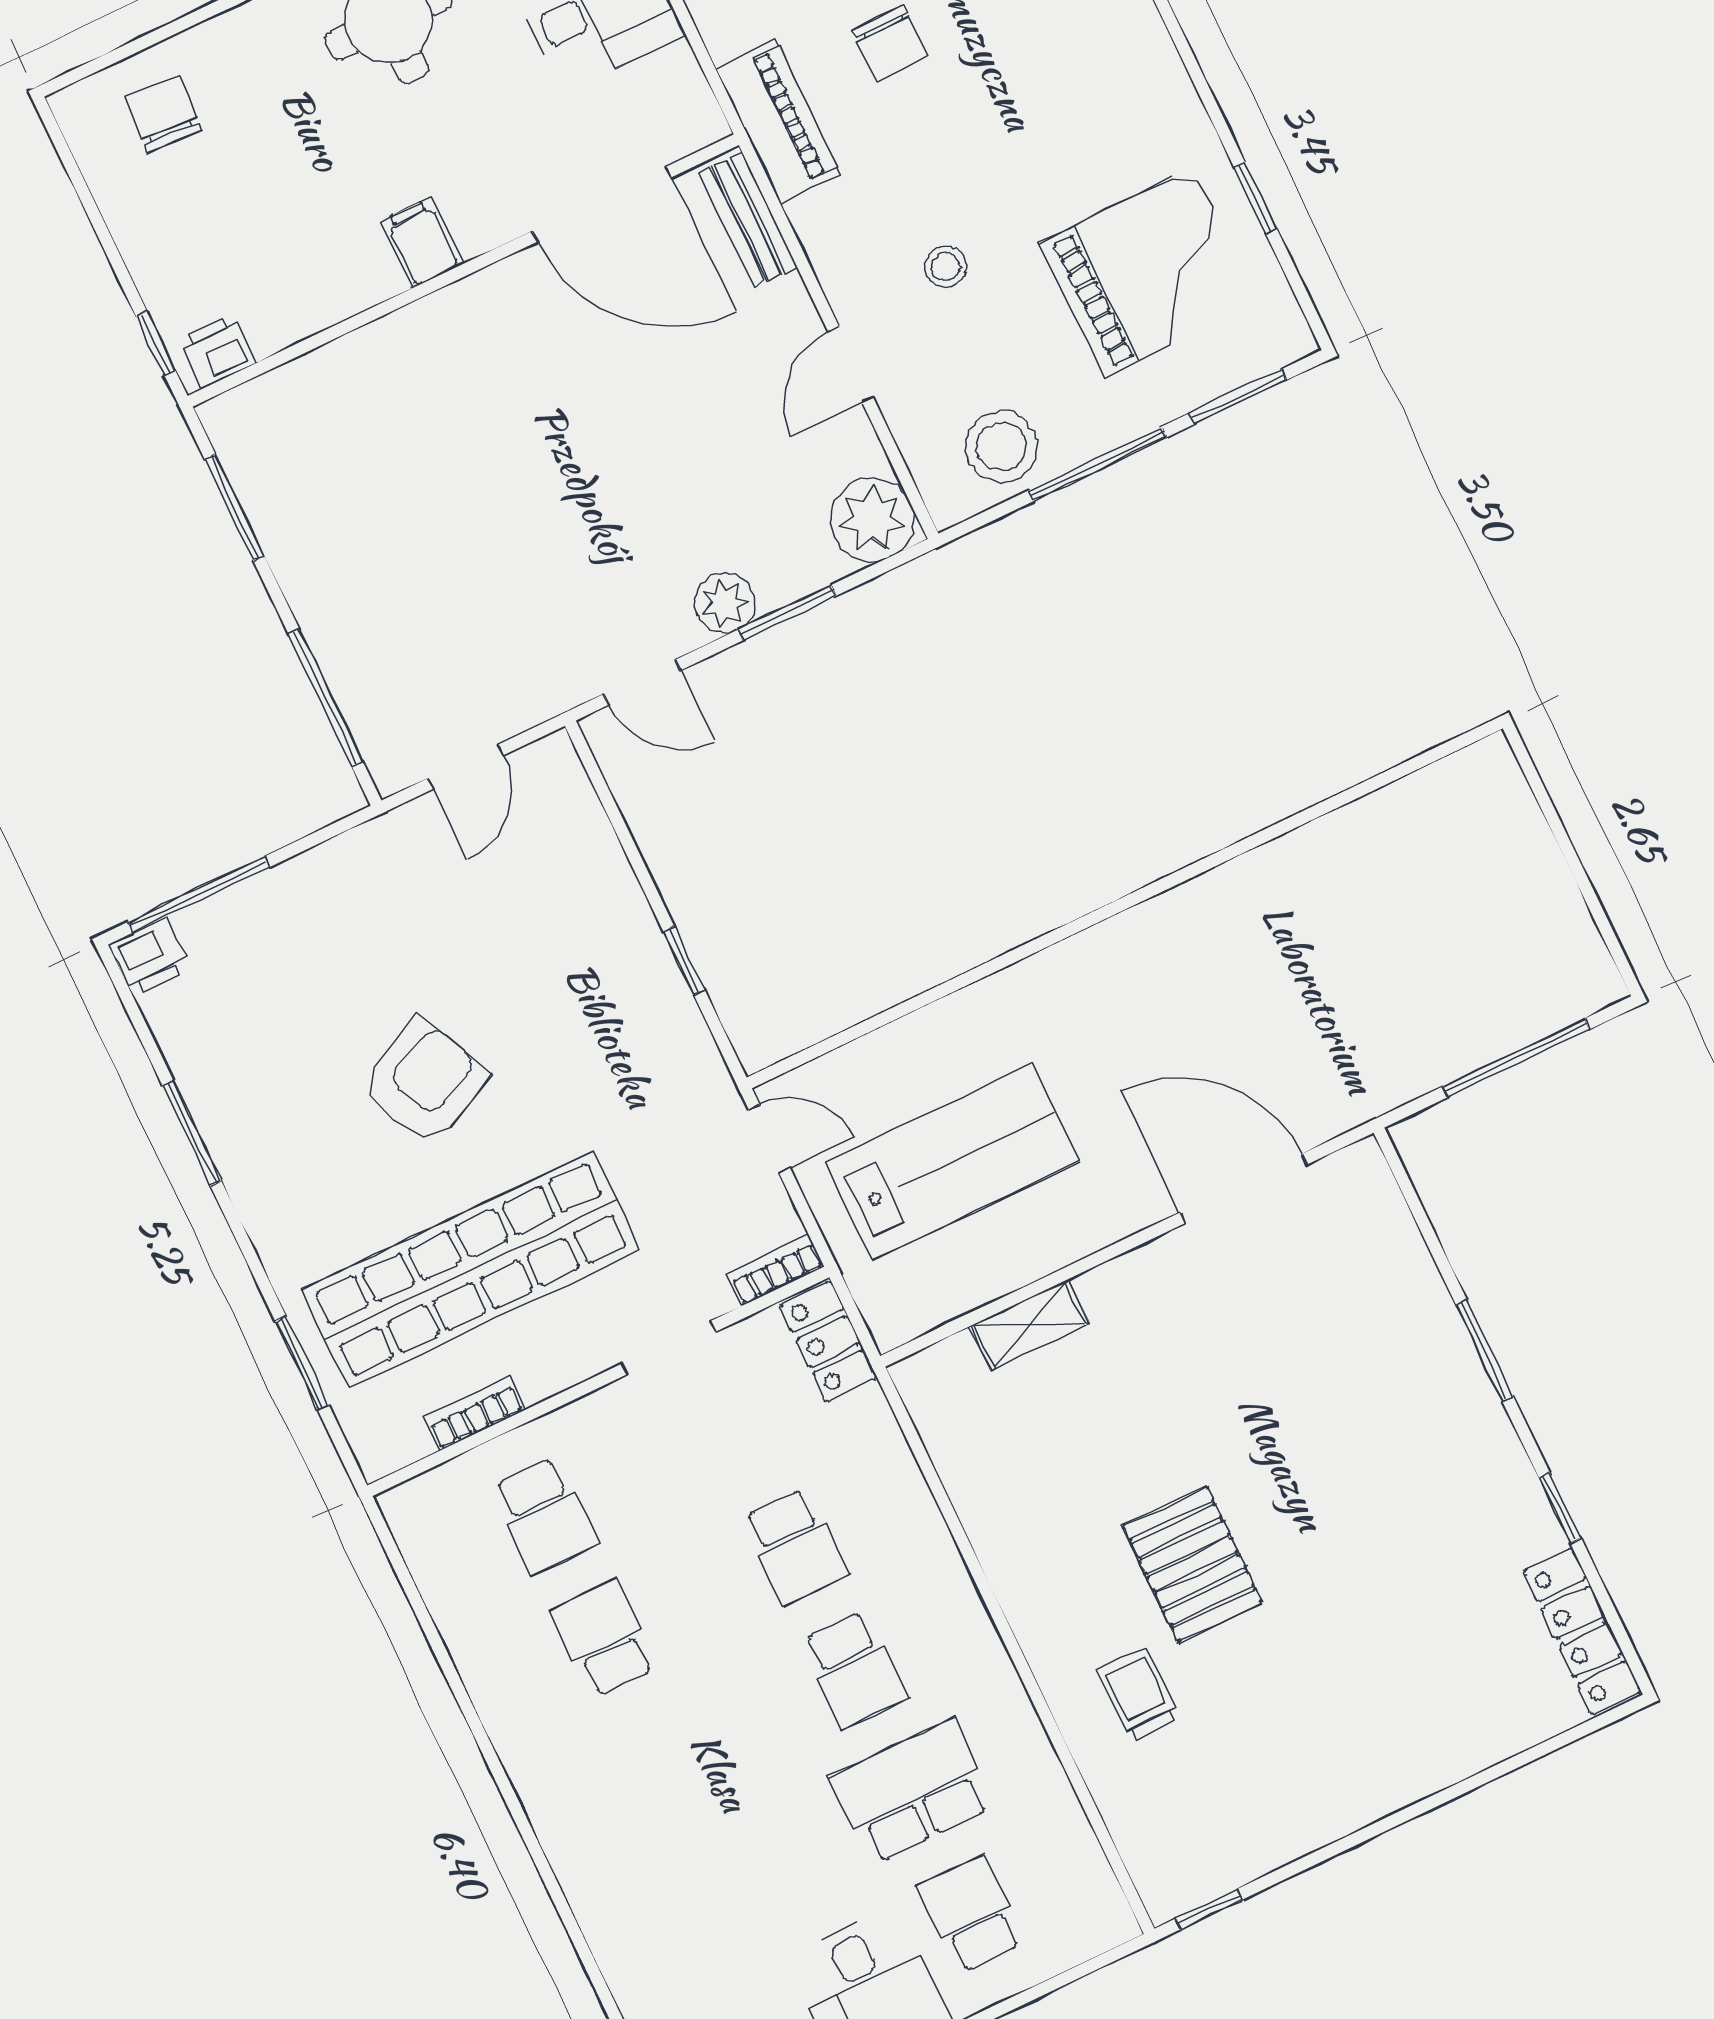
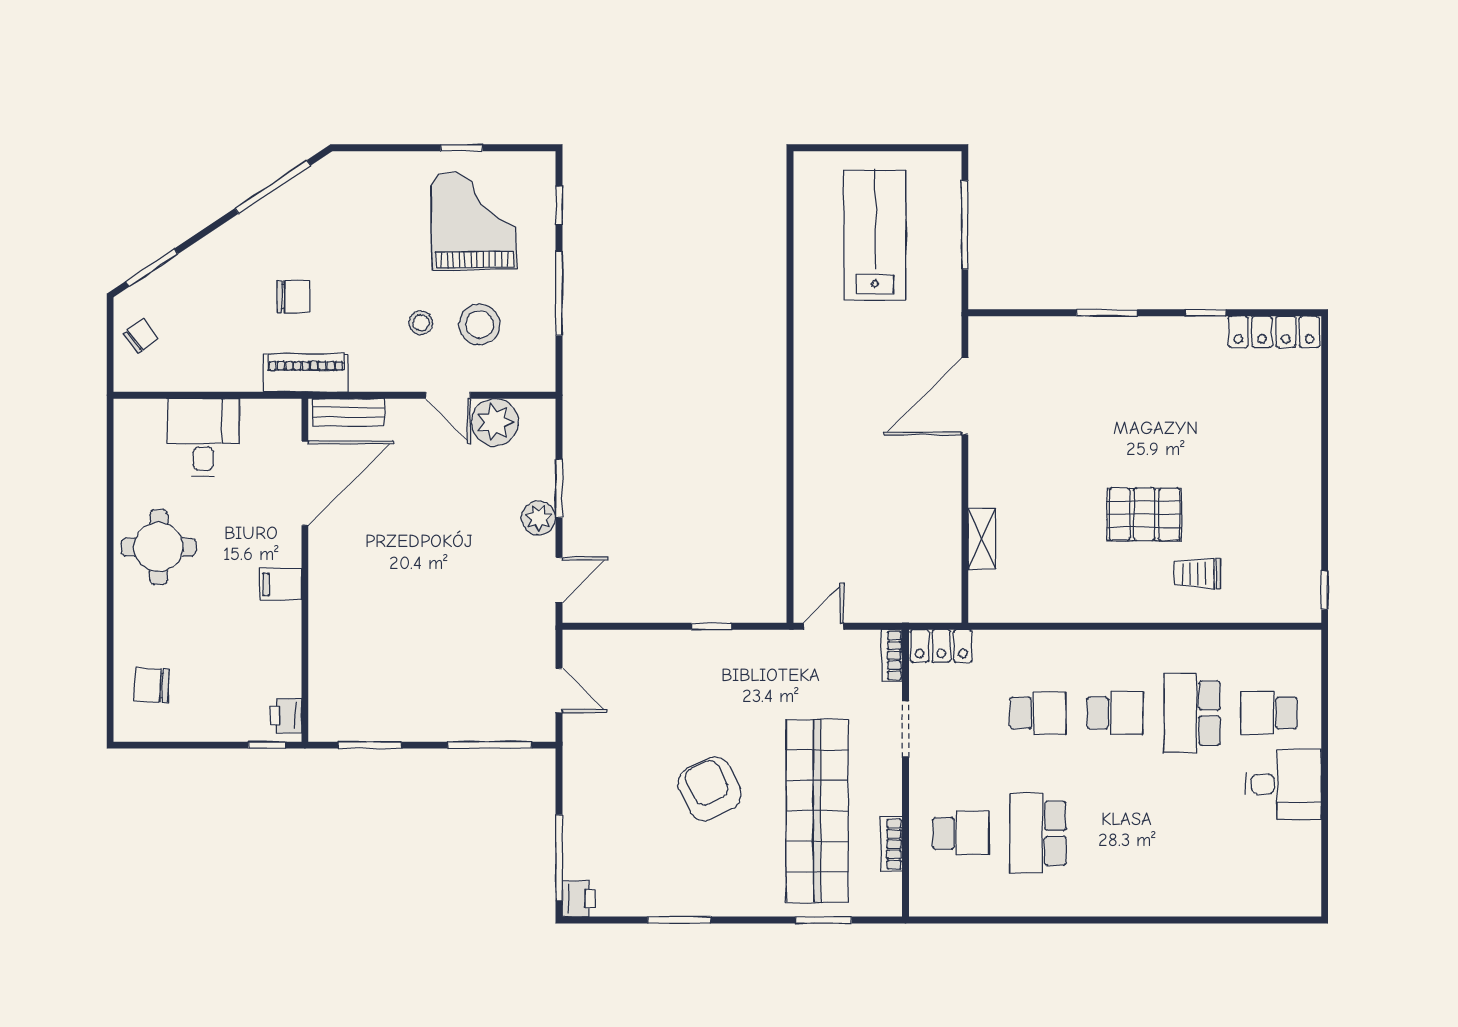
window: (1238, 397) -> (559, 205), width x0.67
stool: (1001, 447) -> (479, 324), moved
plant: (872, 519) -> (495, 422), moved
lab bench: (952, 1162) -> (875, 235), moved
school desk: (604, 1638) -> (1038, 833), width x1.85

